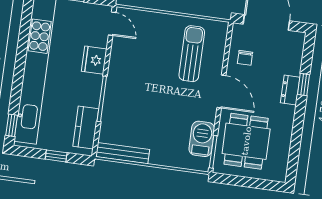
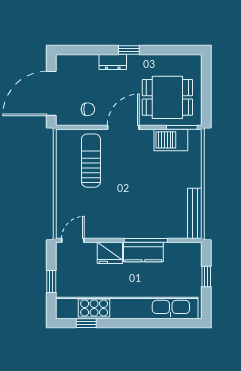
sun lounger: (192, 54) -> (91, 161), turned 90
window: (304, 85) -> (129, 50), moved
window: (12, 125) -> (86, 323), moved
kitchen counter: (86, 128) -> (143, 252), moved

